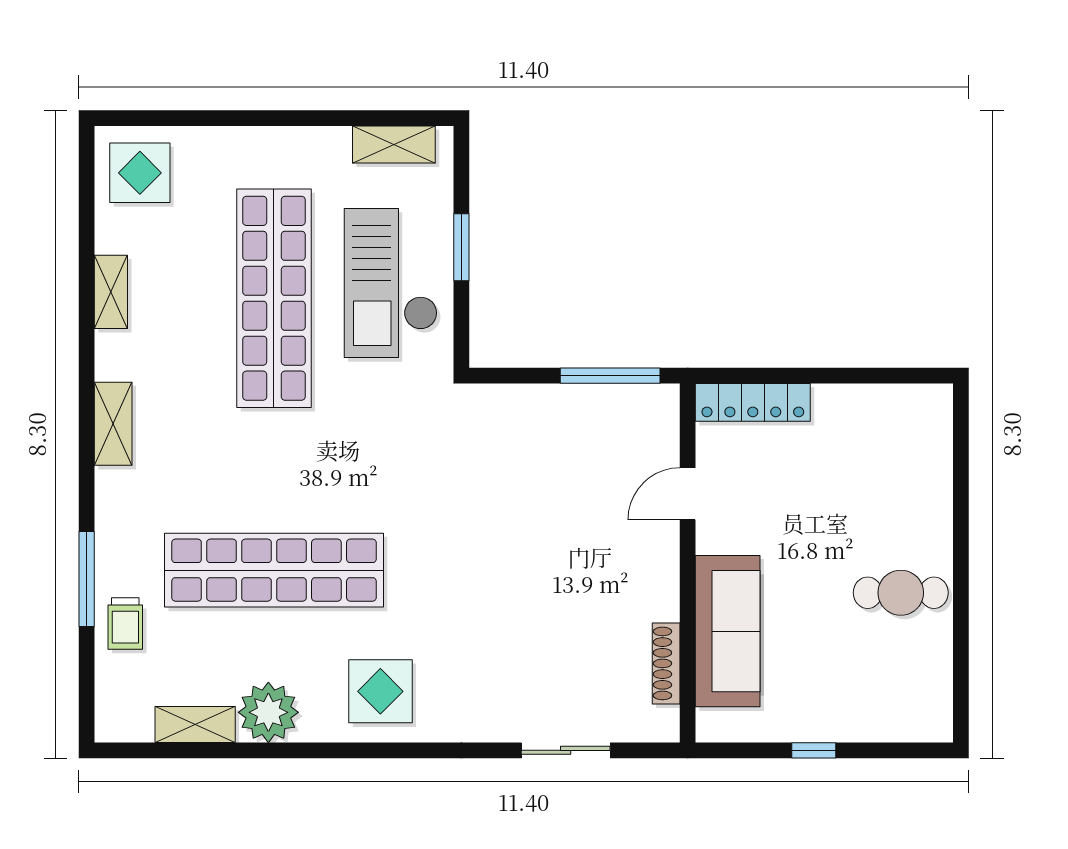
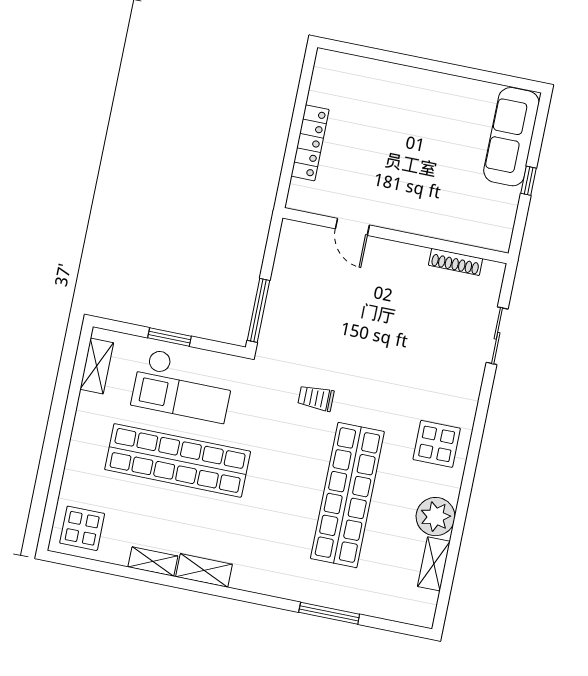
window: (610, 376) -> (258, 310), moved
locker: (753, 402) -> (310, 143), moved
shelving: (113, 424) -> (204, 570), moved
cafe table: (901, 593) -> (441, 106), removed
trolley: (125, 623) -> (316, 398), moved, turned 180
sofa: (728, 631) -> (511, 137), moved, turned -90

